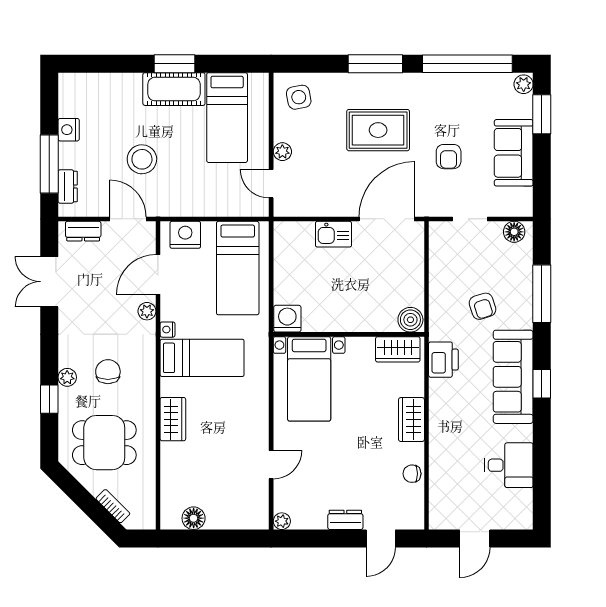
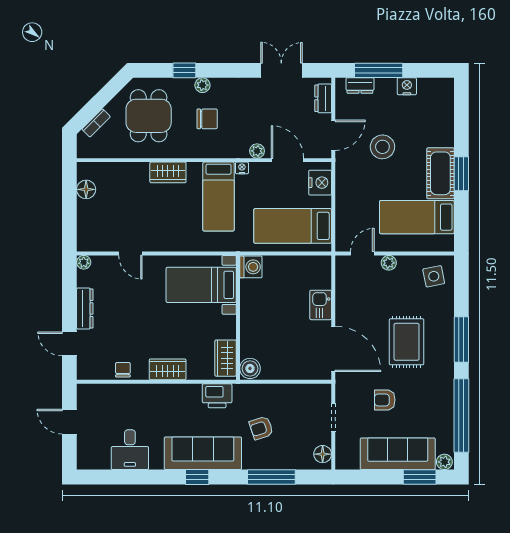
sofa: (514, 153) -> (398, 454), width x1.36
dresser: (345, 520) -> (85, 308), width x1.44

